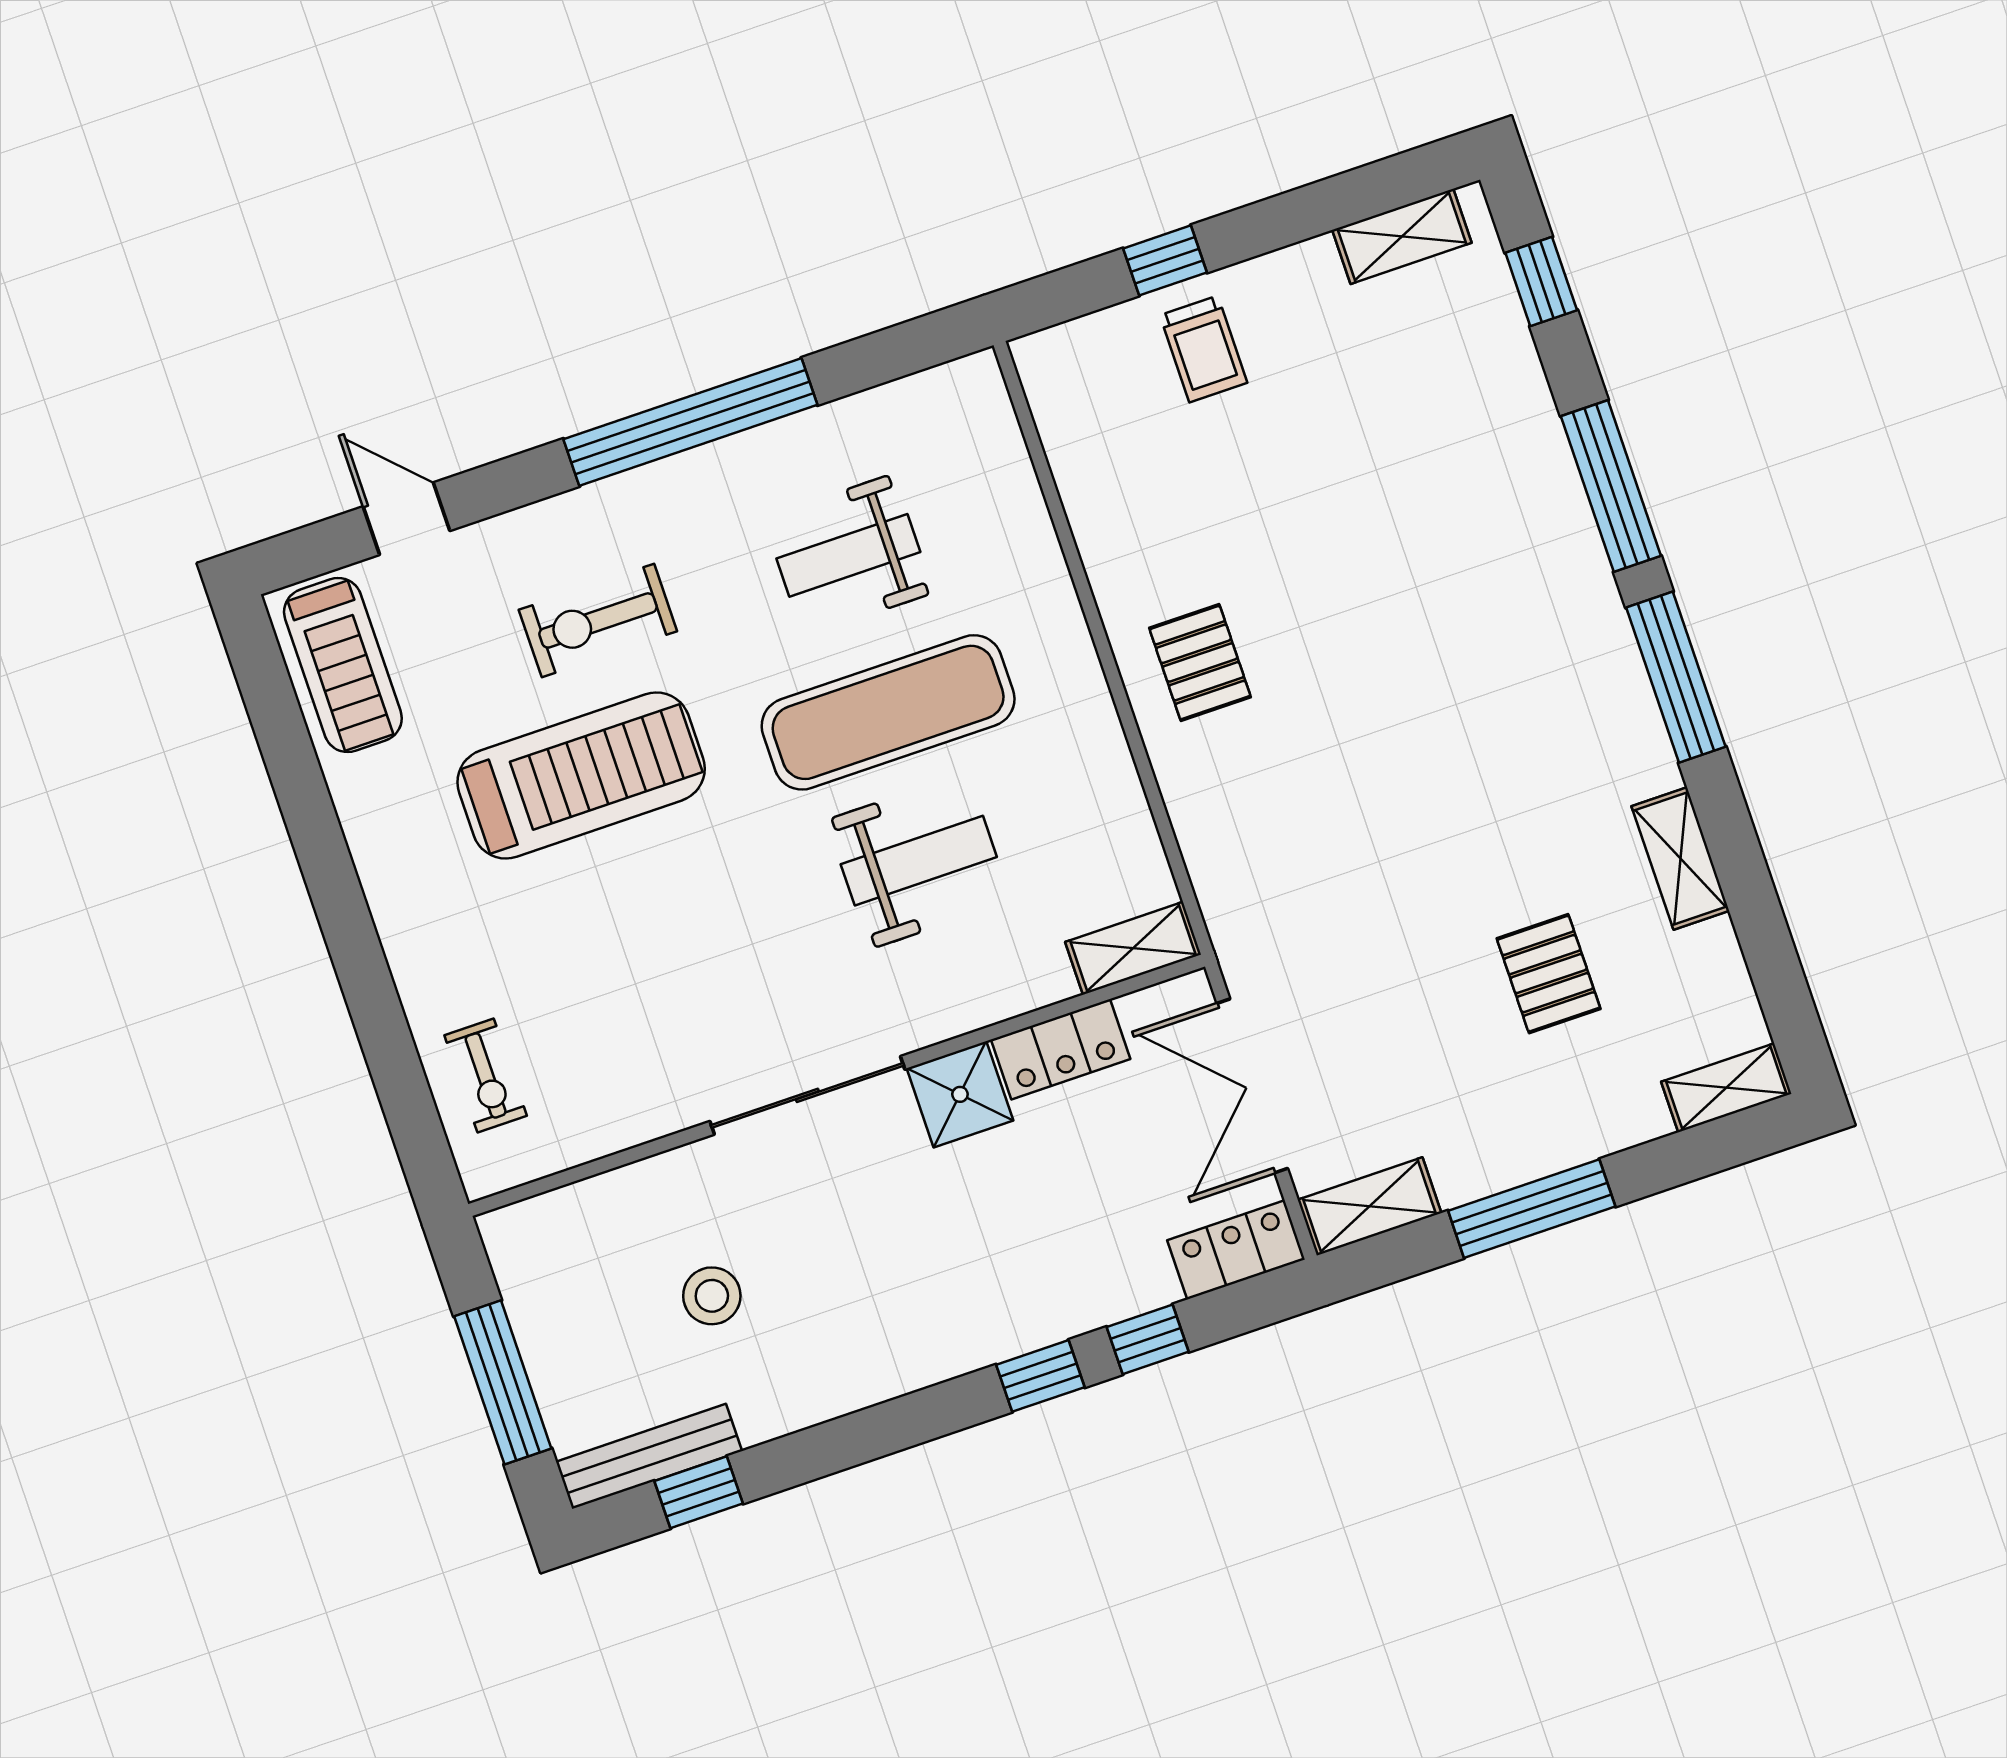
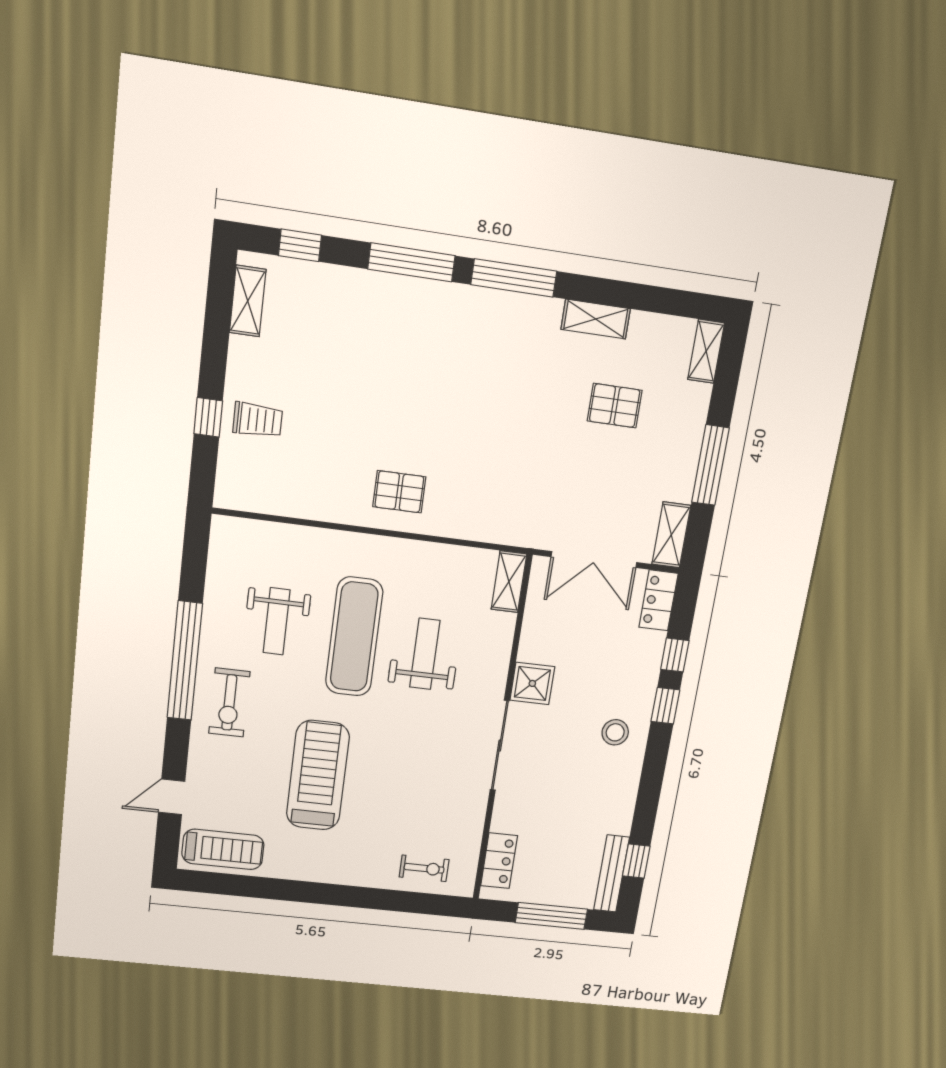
exercise bike: (598, 620) -> (229, 702), moved
locker: (1061, 1049) -> (499, 861), moved
stool: (712, 1296) -> (615, 732), moved

